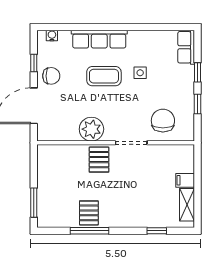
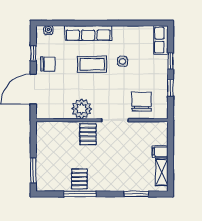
window: (157, 231) -> (136, 194), width x1.50

